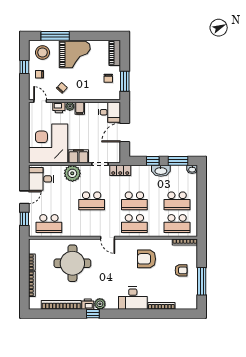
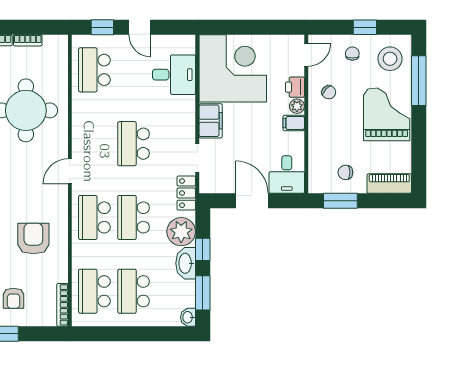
grand piano: (75, 54) -> (387, 114), turned 180
plant: (72, 173) -> (181, 232), moved
desk: (41, 179) -> (174, 75), moved, turned 90

